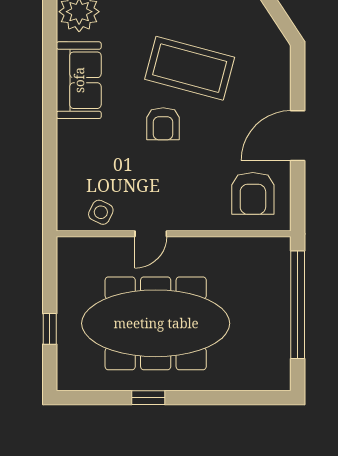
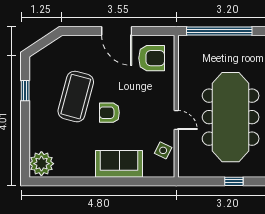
sofa: (79, 80) -> (119, 164), moved
armchair: (163, 124) -> (109, 113), turned 180

